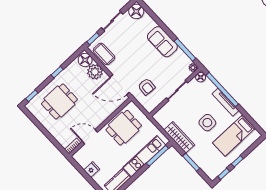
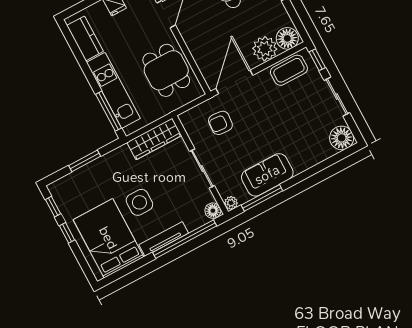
sofa: (162, 42) -> (267, 175), moved
bed: (234, 136) -> (108, 238), width x1.50
wardrobe: (179, 137) -> (154, 139), moved

